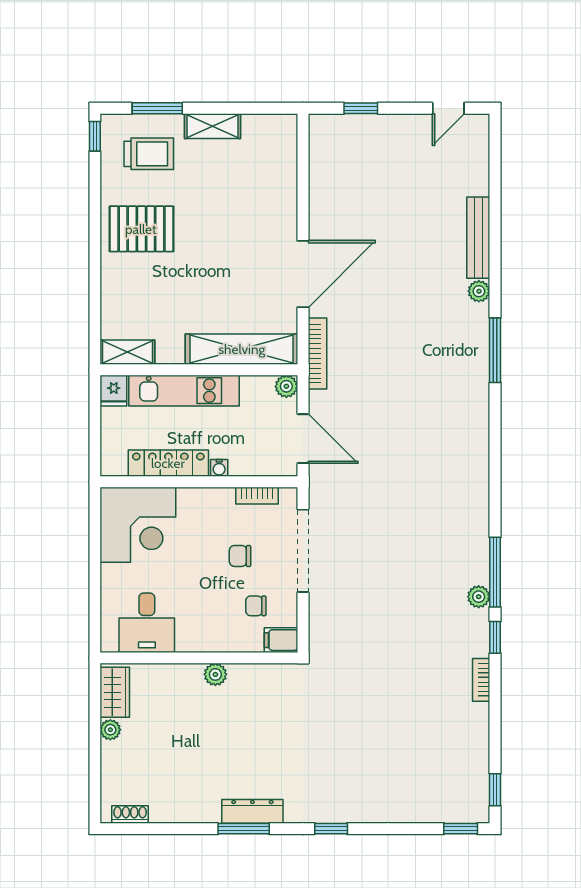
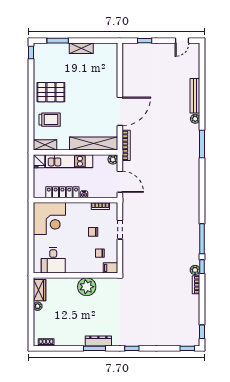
trolley: (149, 154) -> (50, 120), moved
doorway: (303, 551) -> (120, 230), width x0.53
plant: (479, 597) -> (195, 270), moved
plant: (215, 674) -> (87, 287), width x1.88, depth x1.88

